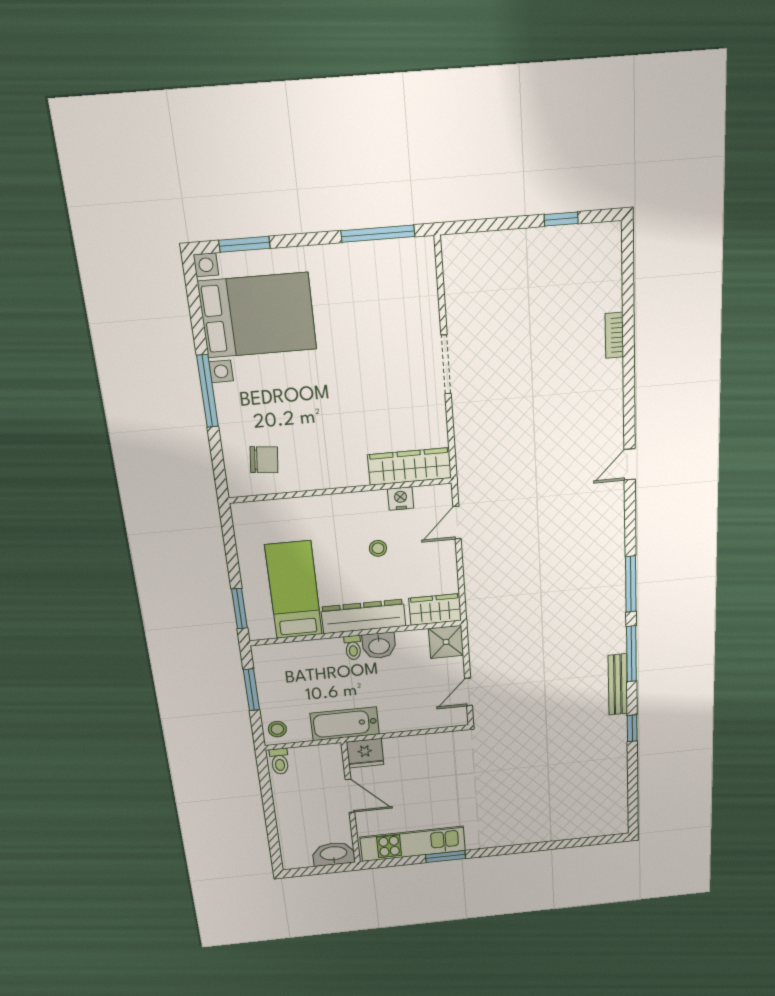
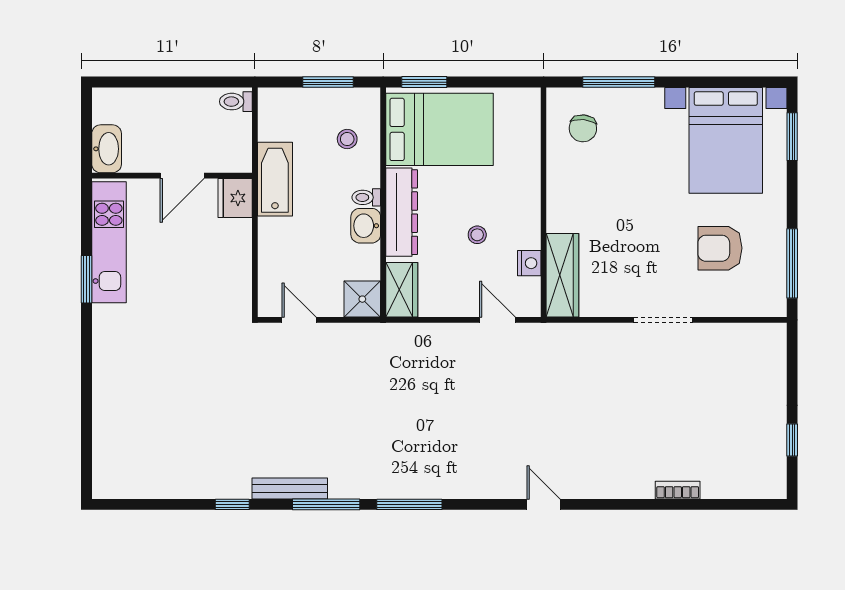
armchair: (369, 312) -> (720, 248), added
window: (207, 391) -> (619, 82), moved
bed: (294, 590) -> (439, 129), width x1.50
stool: (277, 729) -> (347, 139), moved

